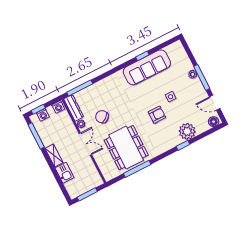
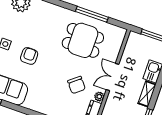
armchair: (157, 115) -> (29, 56), moved, turned 90
dining table: (126, 148) -> (83, 40), width x0.73

